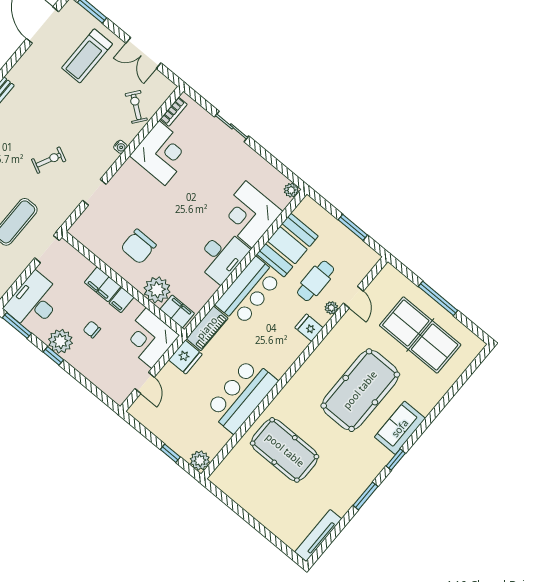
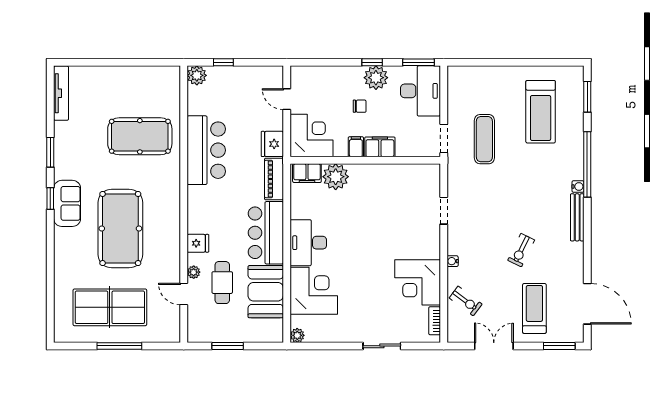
exercise bike: (49, 160) -> (521, 250), moved
chair: (138, 247) -> (377, 198), removed
sofa: (400, 428) -> (67, 203), moved

